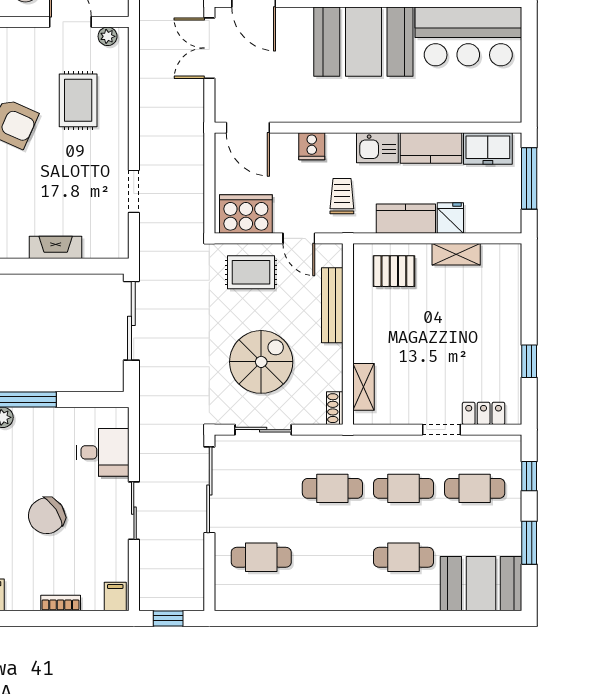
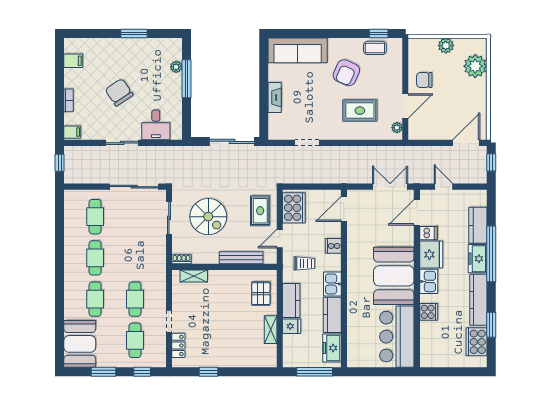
cafe table: (332, 488) -> (95, 258), moved

